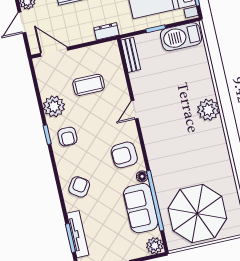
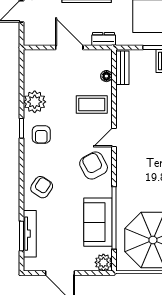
door: (54, 52) -> (69, 48), moved
coffee table: (89, 85) -> (92, 105), moved
door: (135, 110) -> (114, 138), moved
armchair: (124, 155) -> (94, 166), turned 65
floor lamp: (142, 176) -> (106, 76), moved

